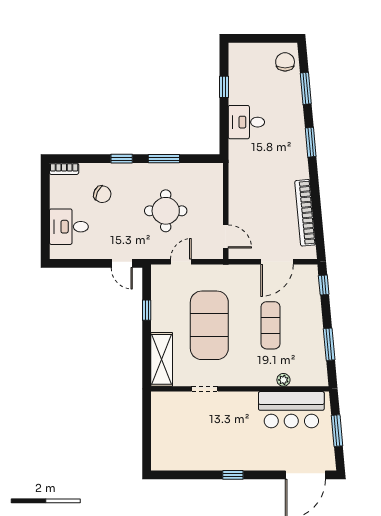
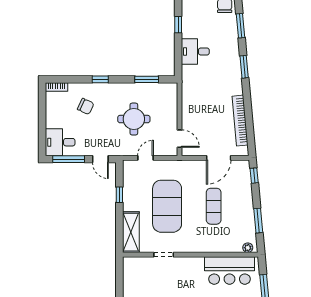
window: (164, 159) -> (147, 79), moved
desk: (69, 227) -> (60, 142), moved
window: (80, 263) -> (69, 159), added
plant: (283, 380) -> (248, 248), moved

